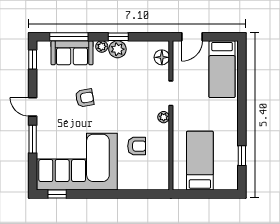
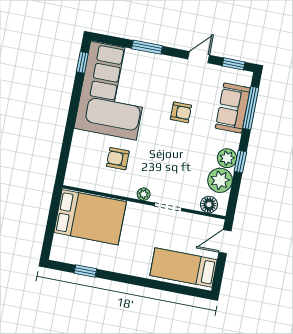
door: (192, 37) -> (225, 242), hinge flipped
plant: (102, 46) -> (220, 180), moved, width x1.88, depth x1.88
armchair: (85, 98) -> (181, 112), turned -80
door: (33, 107) -> (199, 57), moved
armchair: (137, 146) -> (118, 159), turned 90
bed: (200, 161) -> (90, 217), width x1.50

